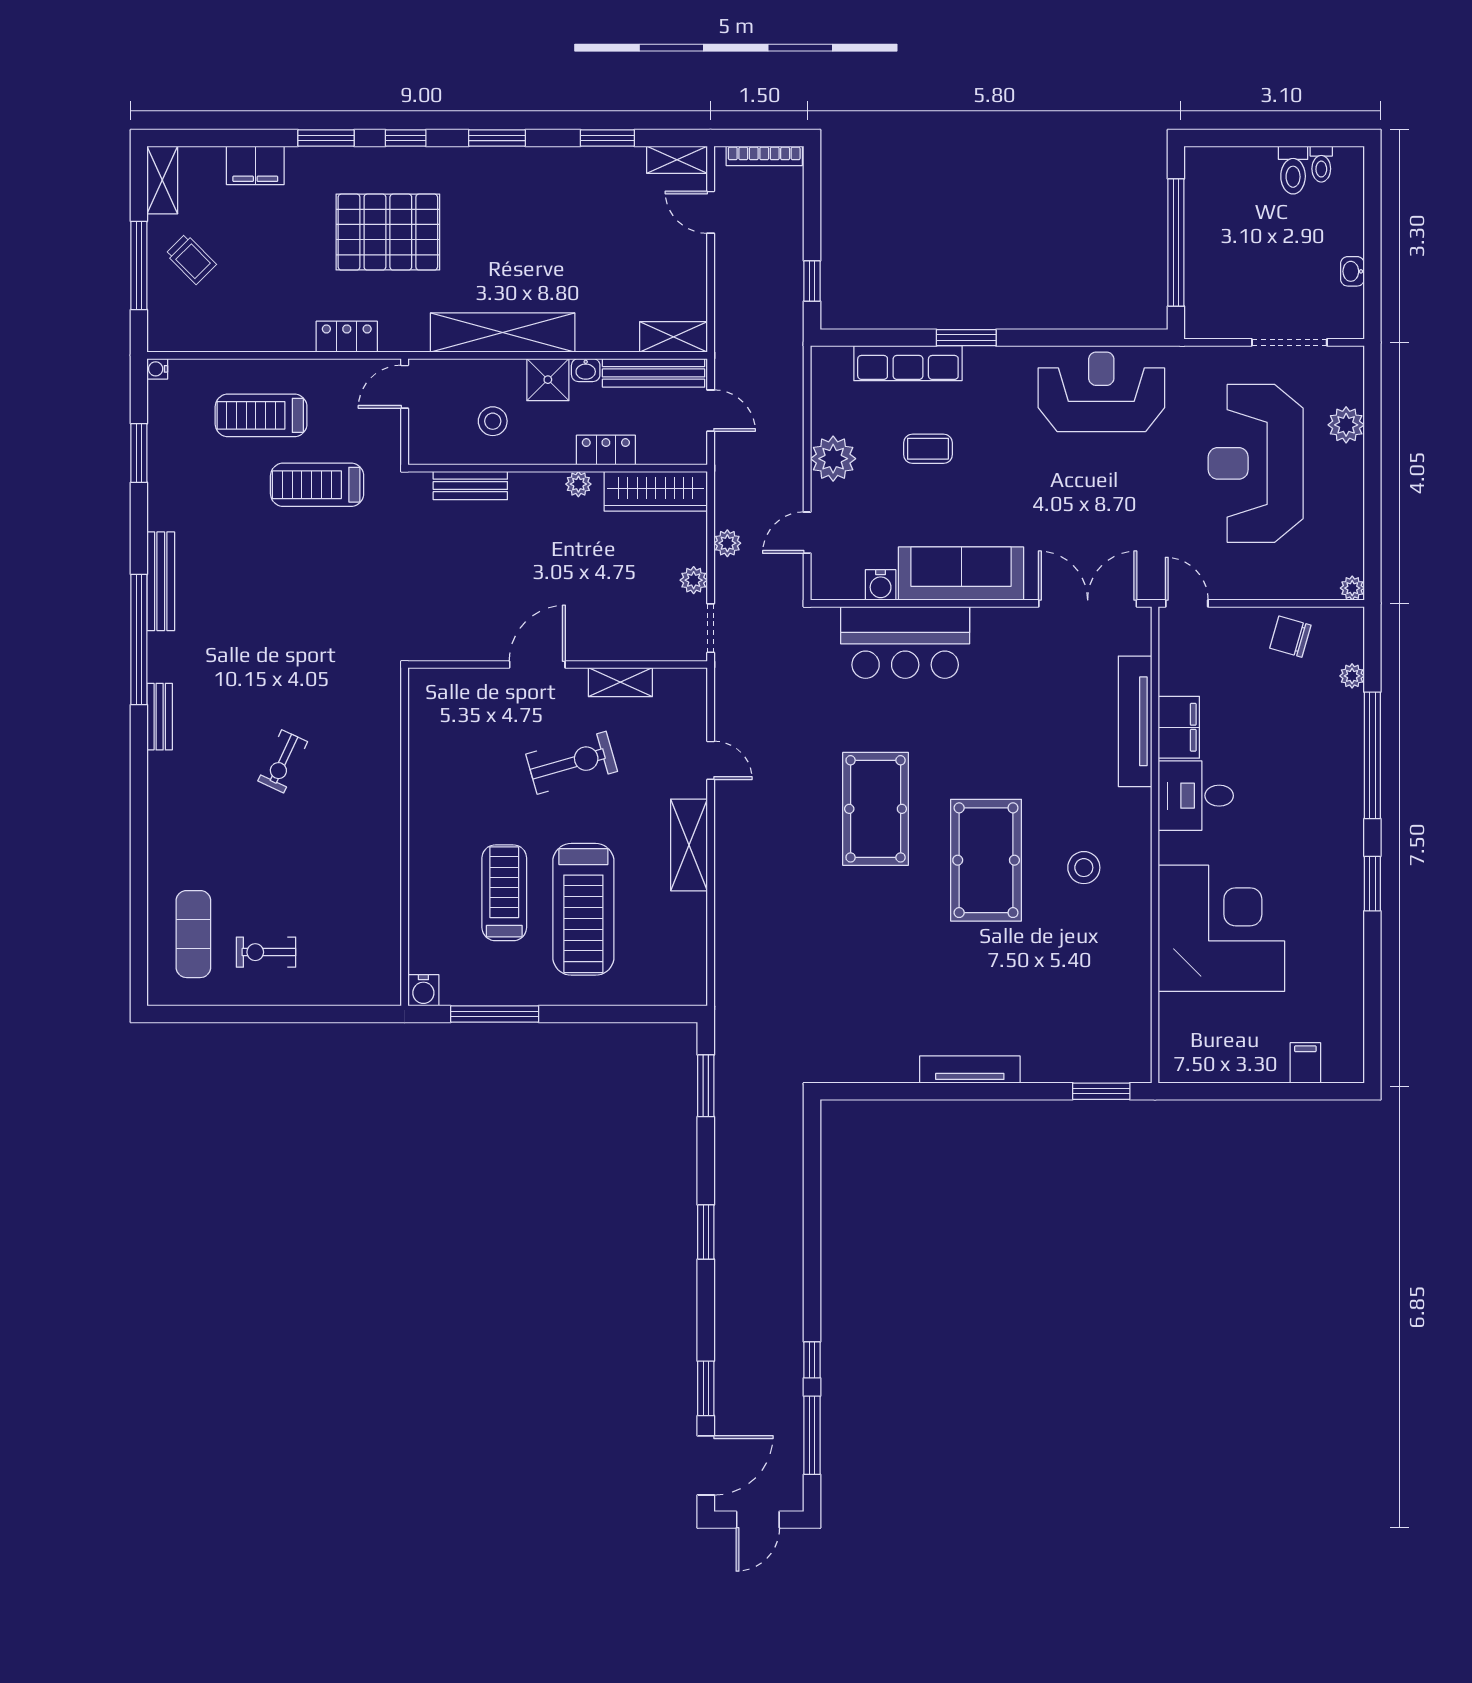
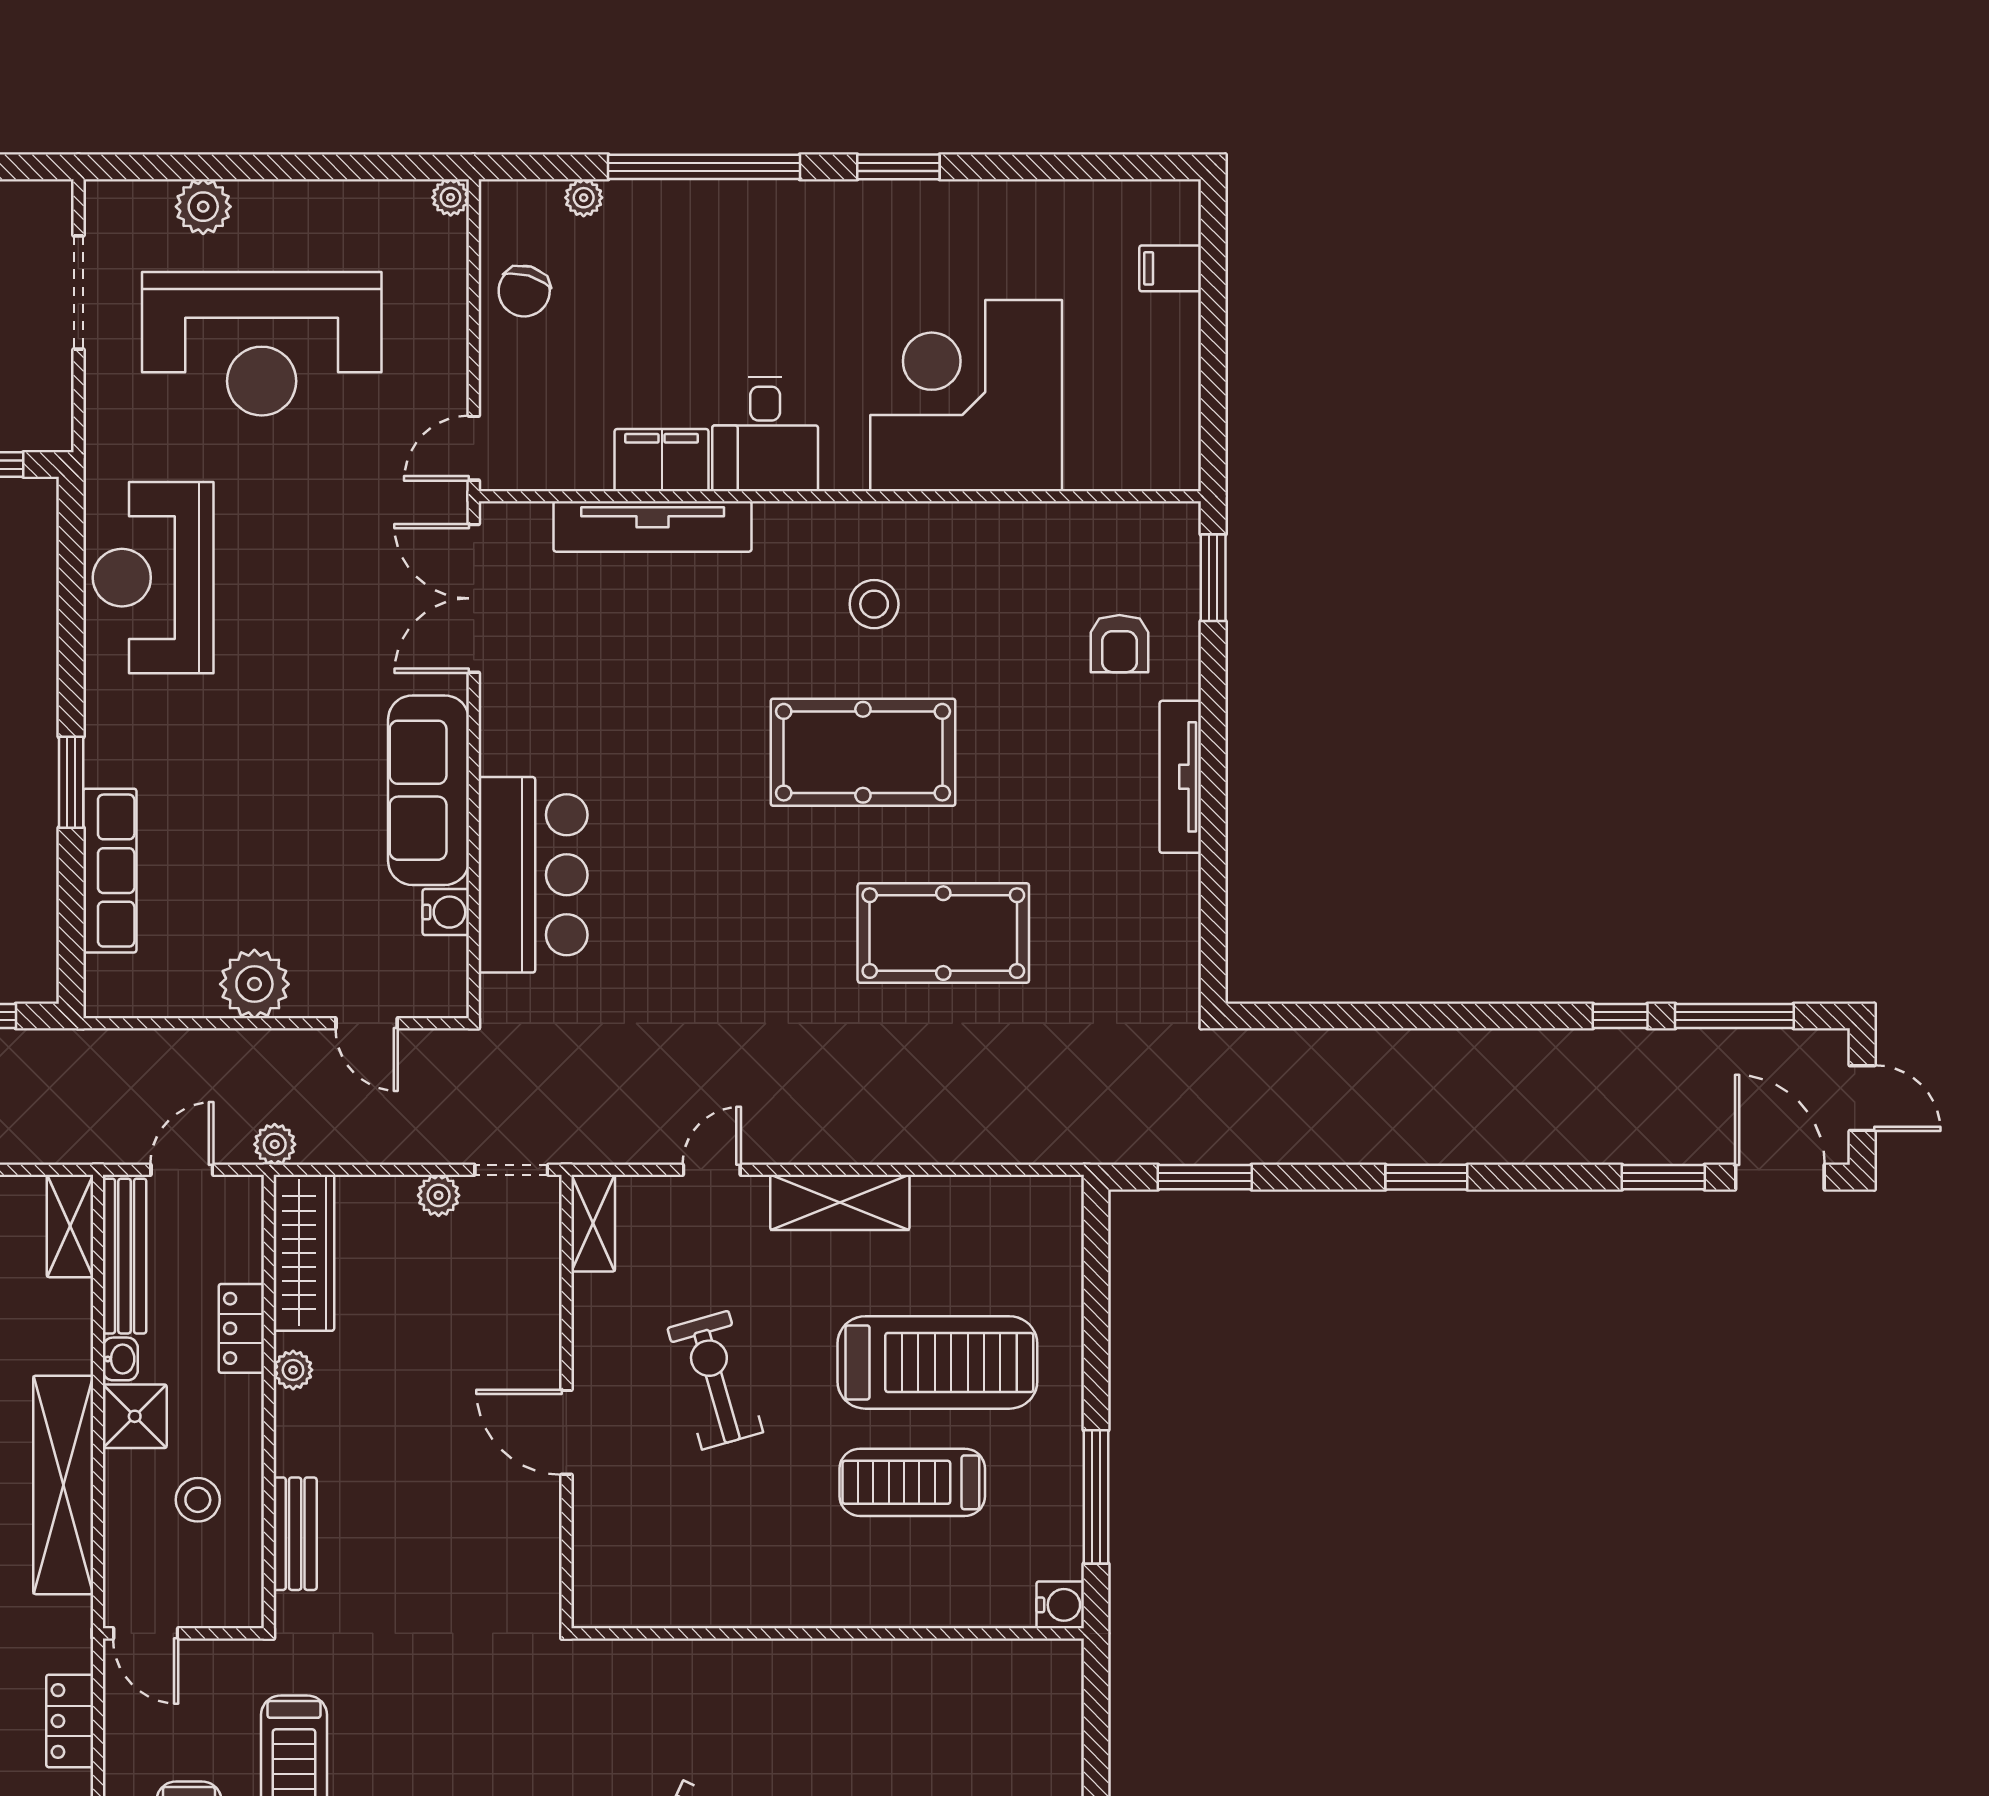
coffee table: (928, 449) -> (239, 840), removed
plant: (727, 543) -> (275, 1144), moved
shelving: (620, 682) -> (593, 1223), moved
pool table: (876, 809) -> (943, 933), moved
armchair: (1058, 1029) -> (1119, 644), added

